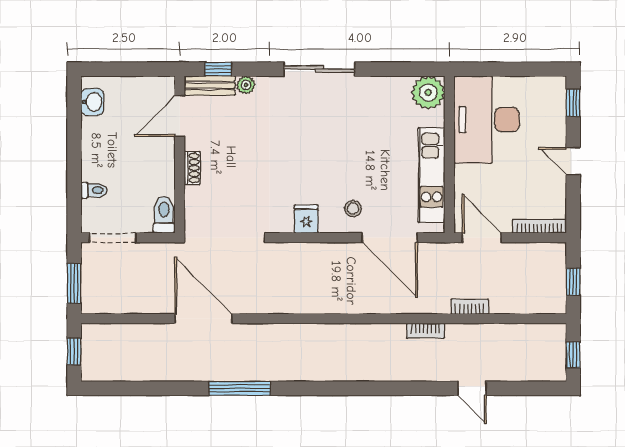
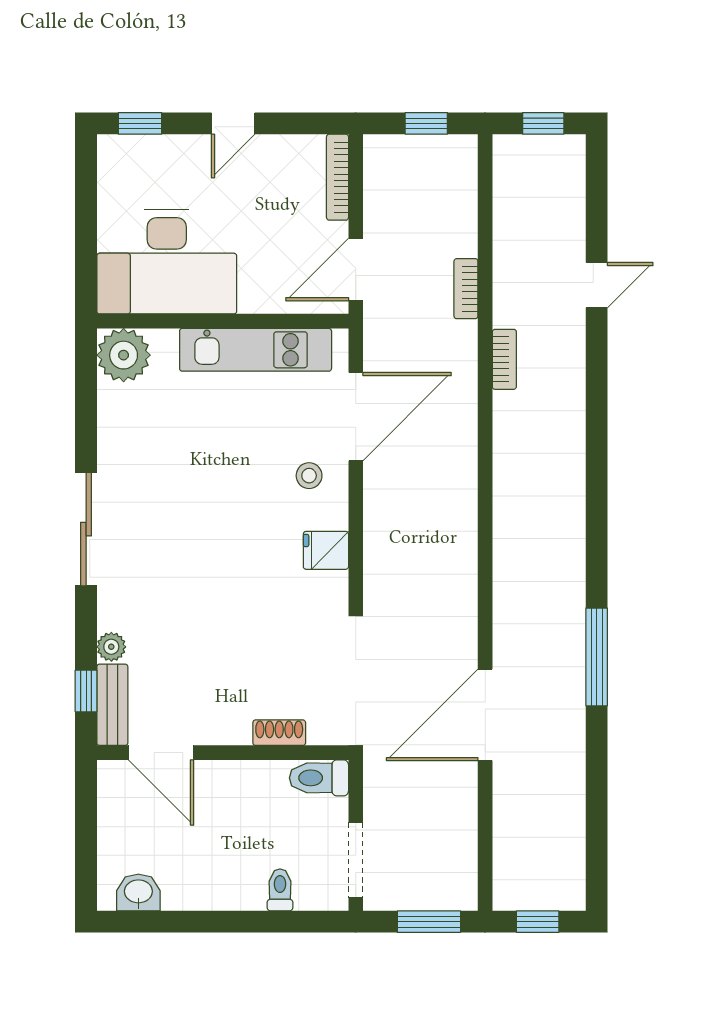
shoe rack: (192, 168) -> (279, 733), moved

